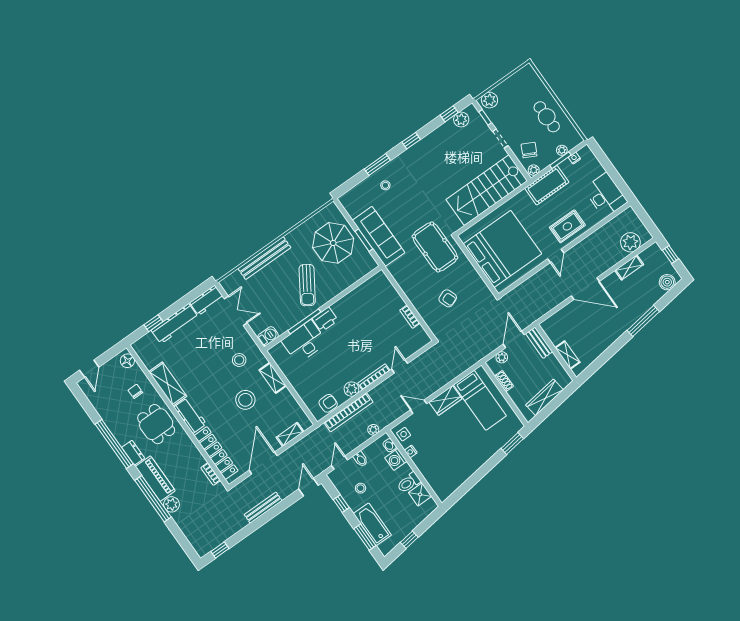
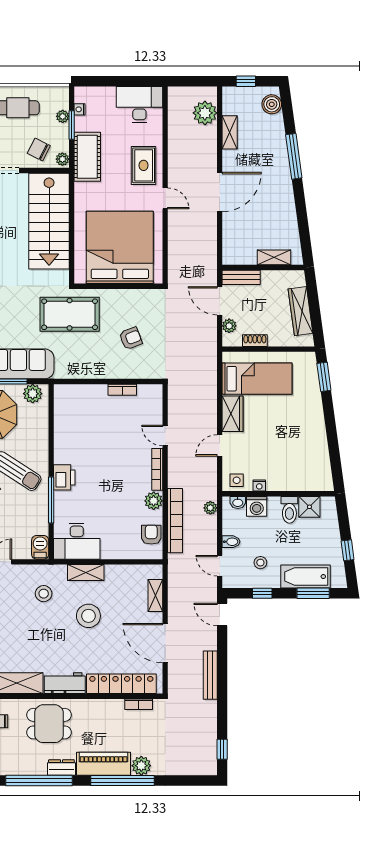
plant: (366, 260) -> (33, 394), added
desk: (304, 342) -> (77, 541), moved, turned -90

